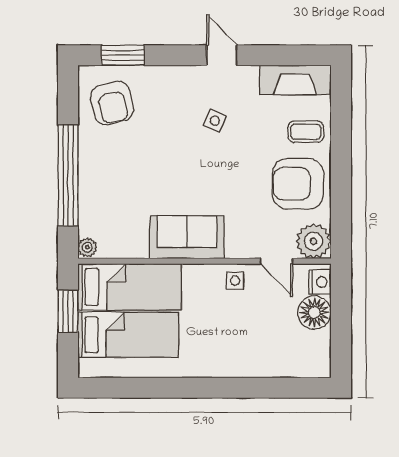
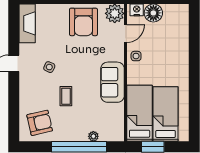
window: (123, 55) -> (14, 117), removed
coffee table: (306, 132) -> (66, 96), moved
plant: (87, 247) -> (93, 136), moved

